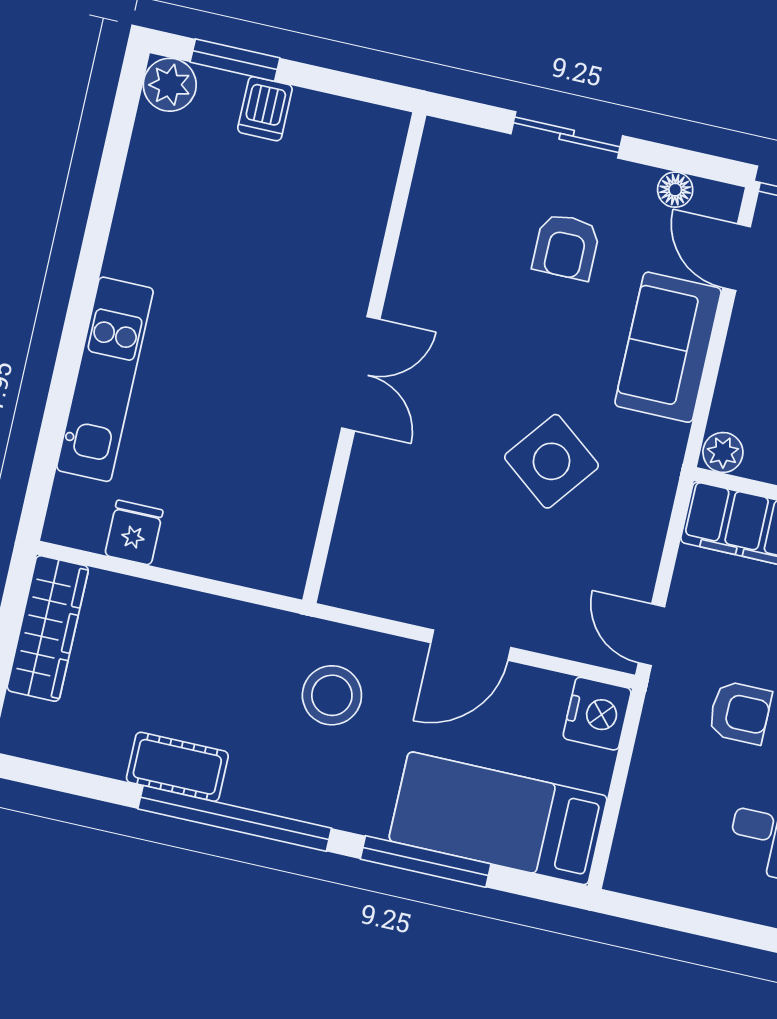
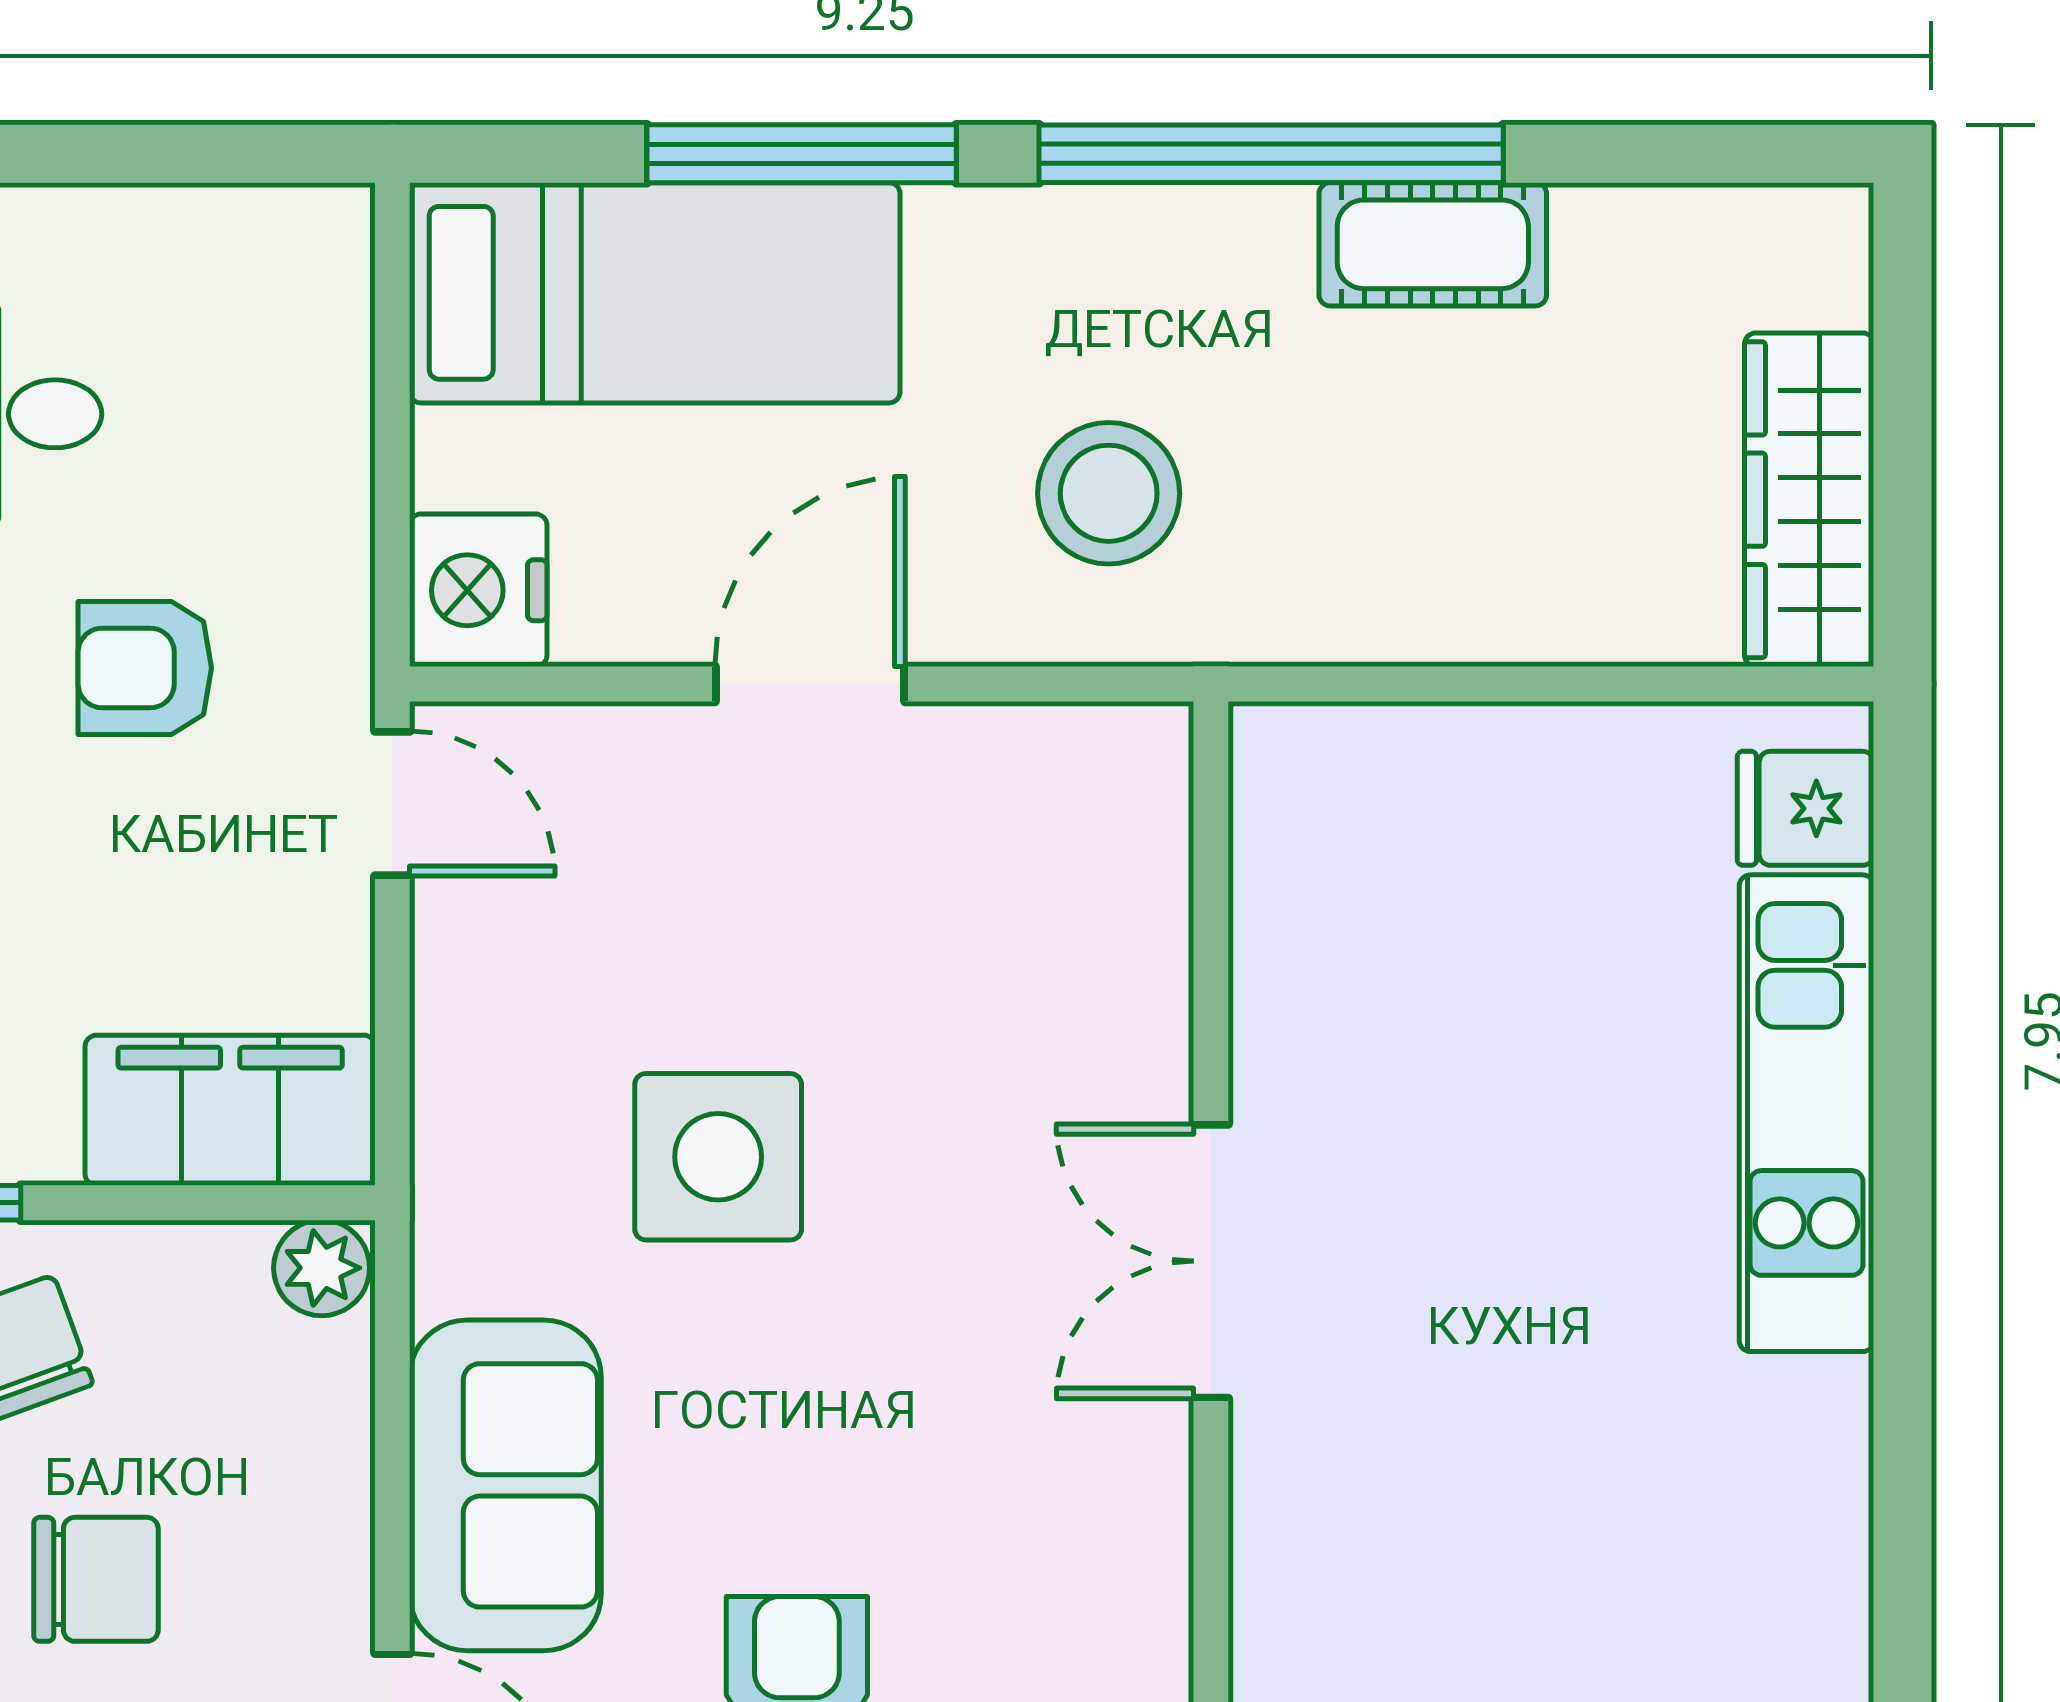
side table: (552, 461) -> (718, 1157), turned -38
fridge: (134, 533) -> (1806, 808), moved, turned 90

